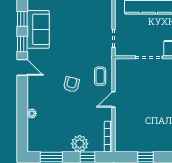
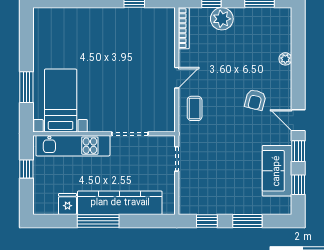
armchair: (71, 84) -> (255, 100), moved

